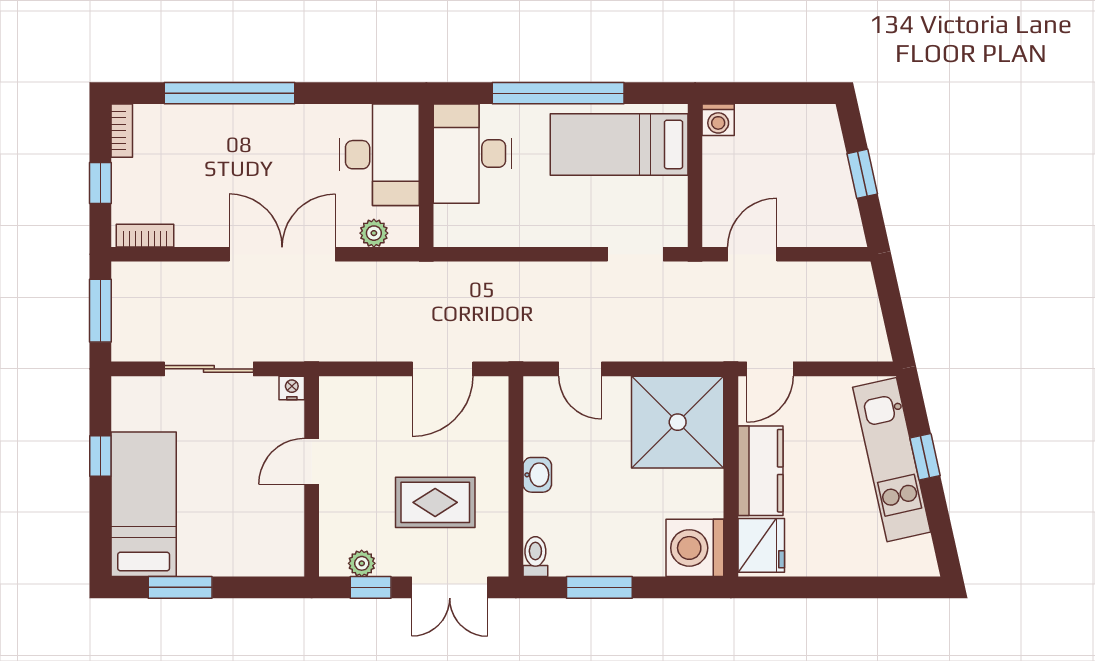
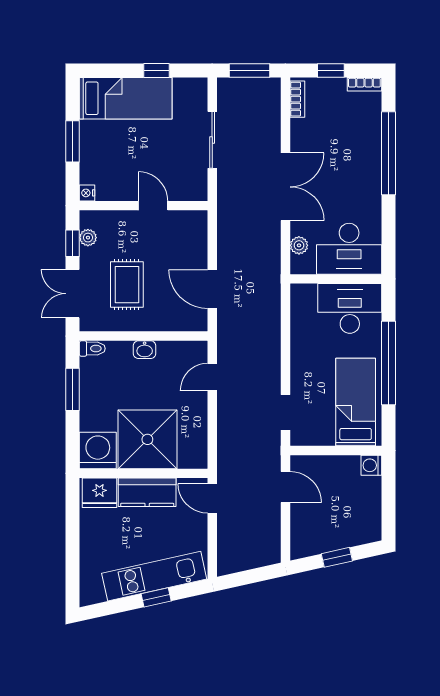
nightstand: (292, 388) -> (87, 193), moved, turned 180
shower: (678, 422) -> (147, 439), moved
window: (180, 587) -> (73, 141), moved

